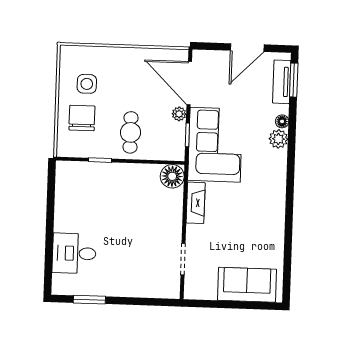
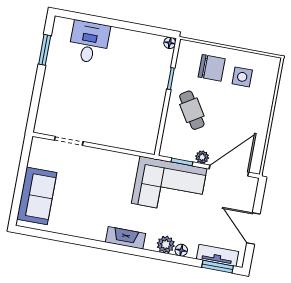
cafe table: (130, 132) -> (192, 110), turned 58
floor lamp: (172, 176) -> (170, 43), moved, width x0.53, depth x0.53
fireplace: (196, 203) -> (125, 238), moved, turned 180

